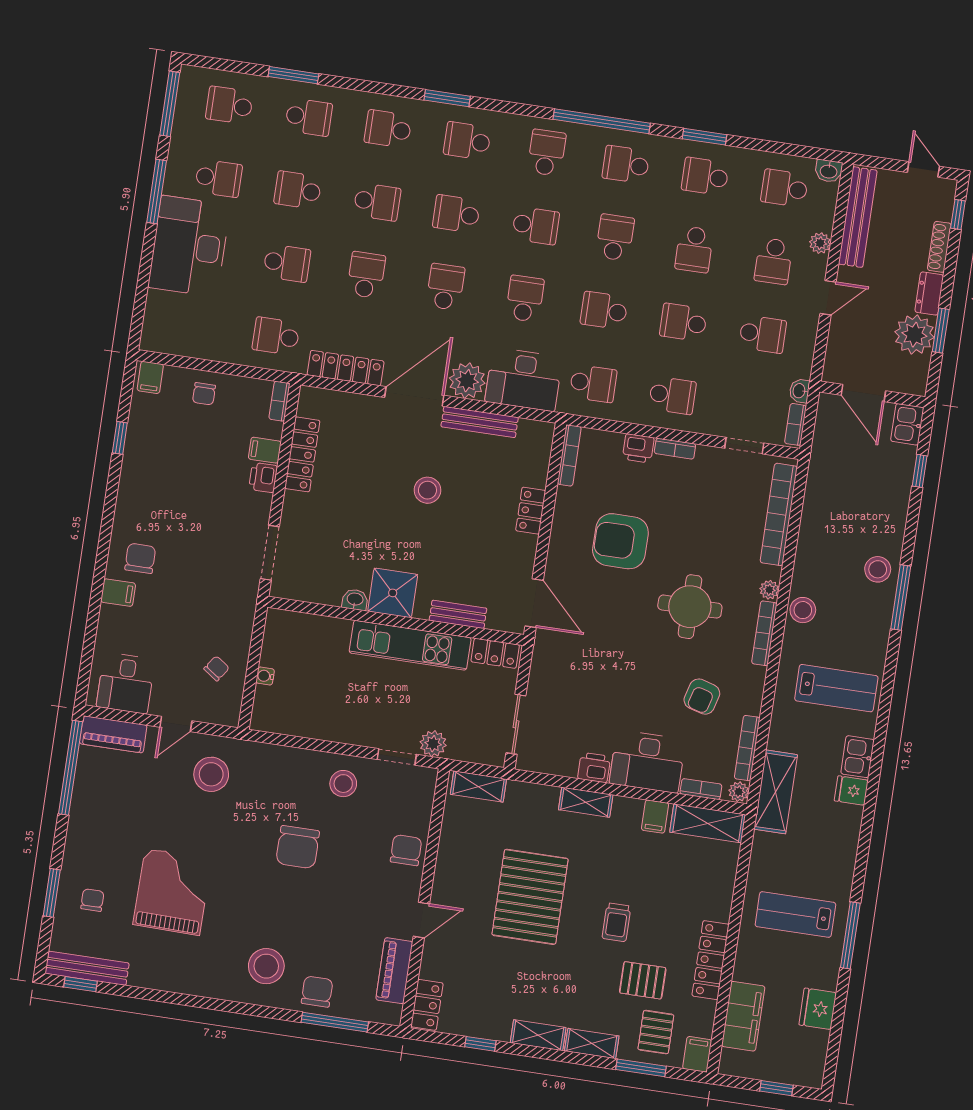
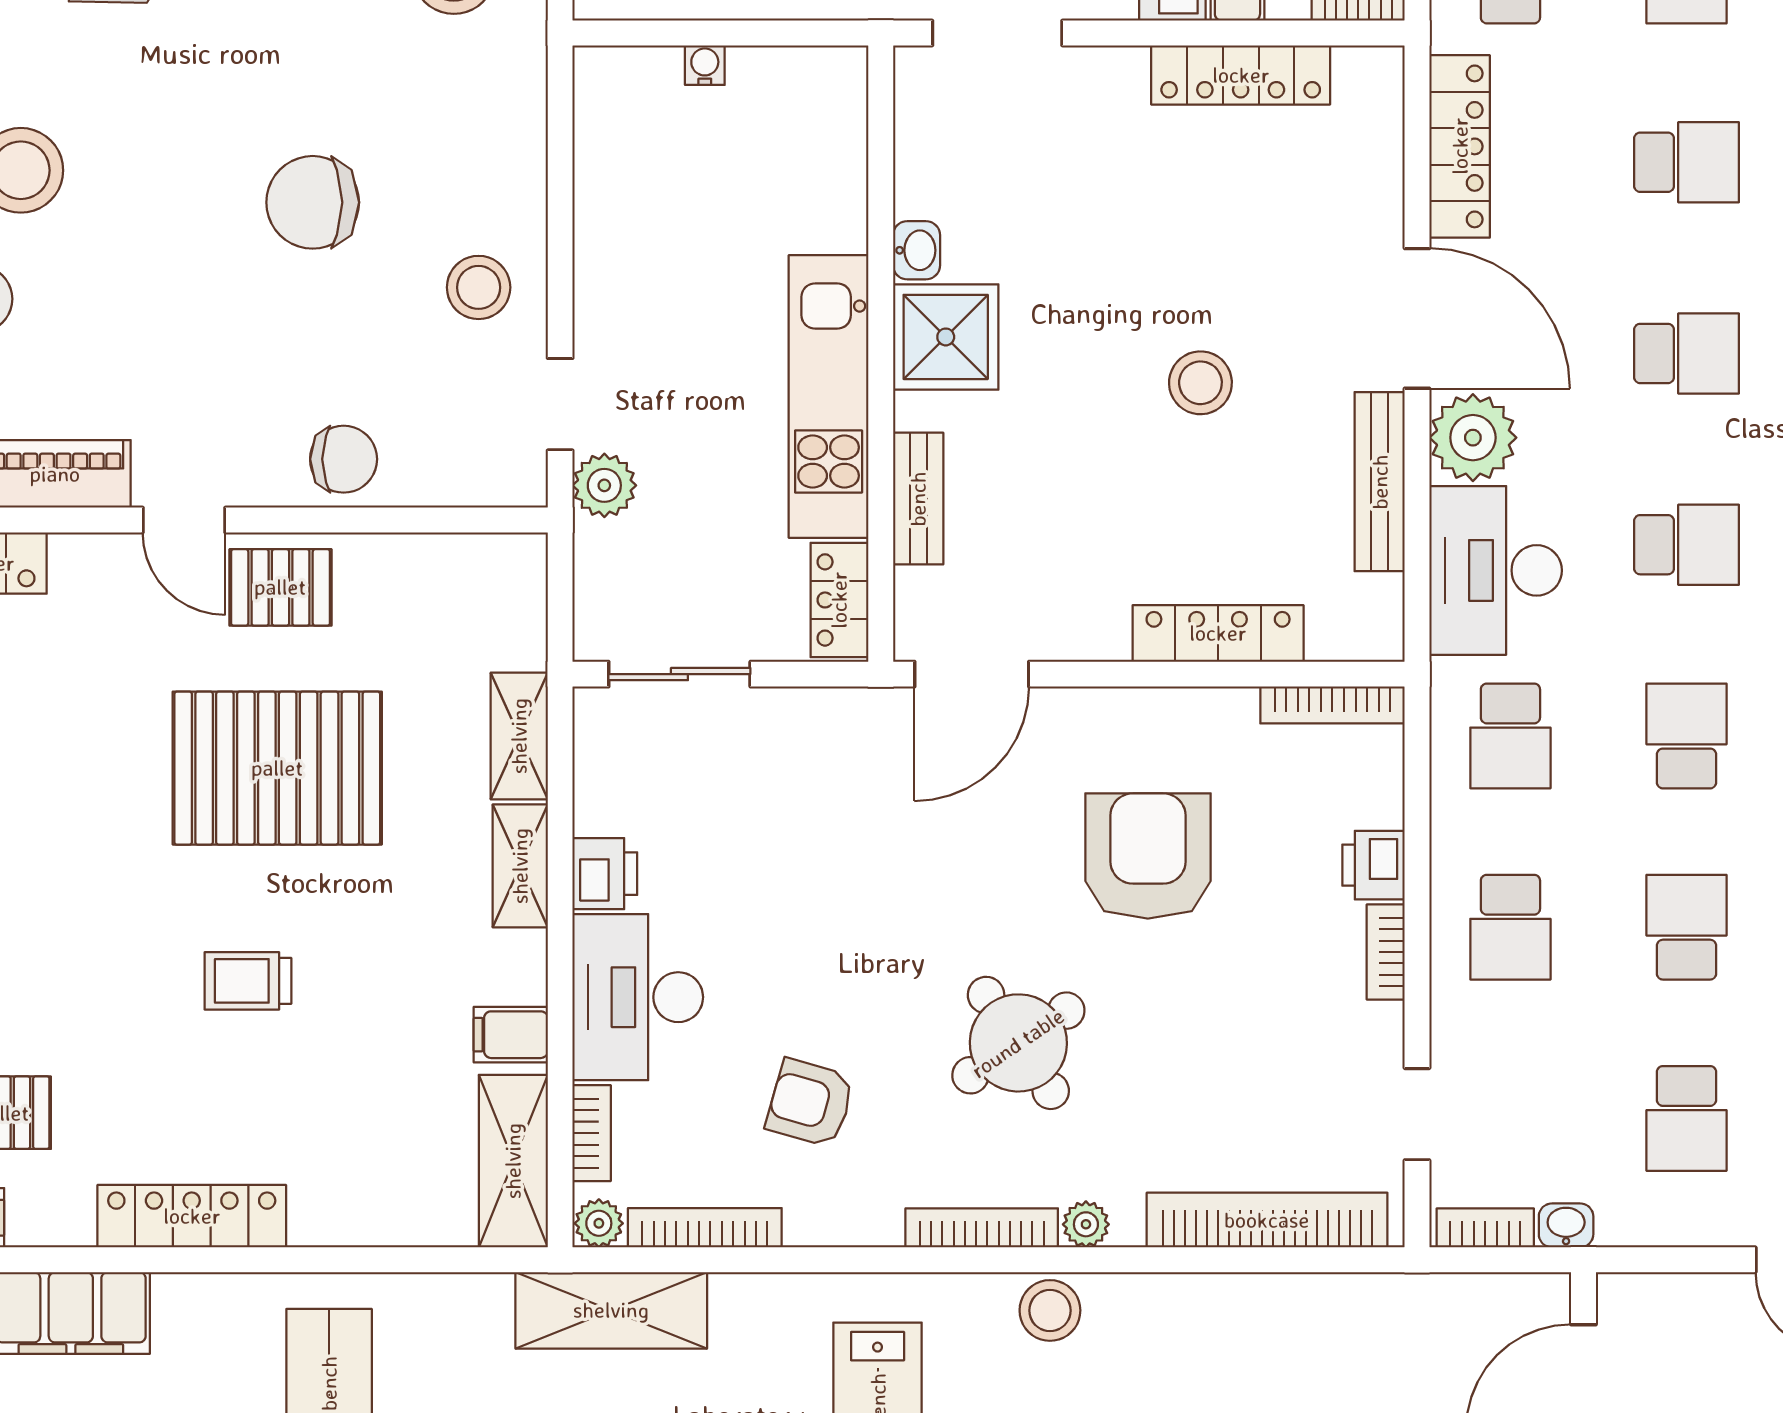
locker: (531, 511) -> (1218, 633), width x1.53
round table: (690, 607) -> (1018, 1043), turned -34
shelving: (478, 787) -> (519, 736), moved
pallet: (643, 980) -> (280, 587), moved, turned 90

